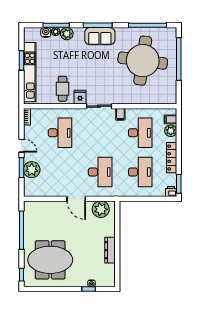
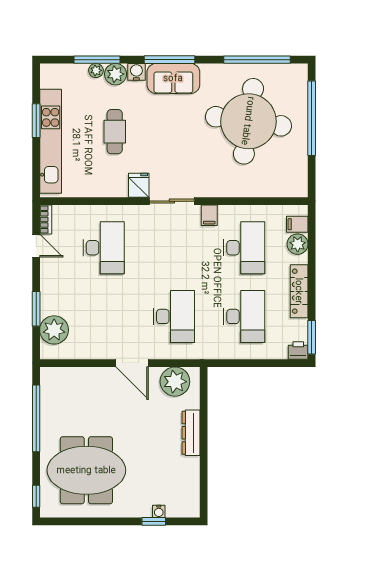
water cooler: (46, 32) -> (136, 72), moved
cafe table: (63, 89) -> (115, 132), moved
door: (21, 146) -> (36, 246), moved
plant: (32, 170) -> (54, 330), moved
dresser: (110, 250) -> (191, 433), moved

